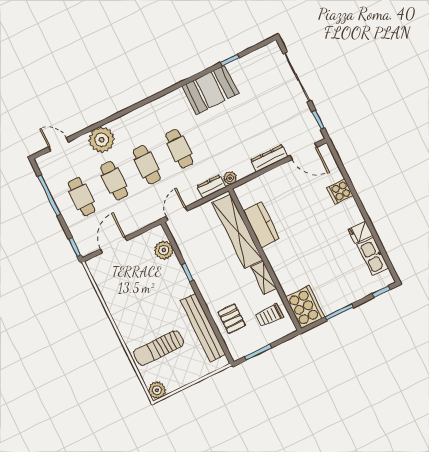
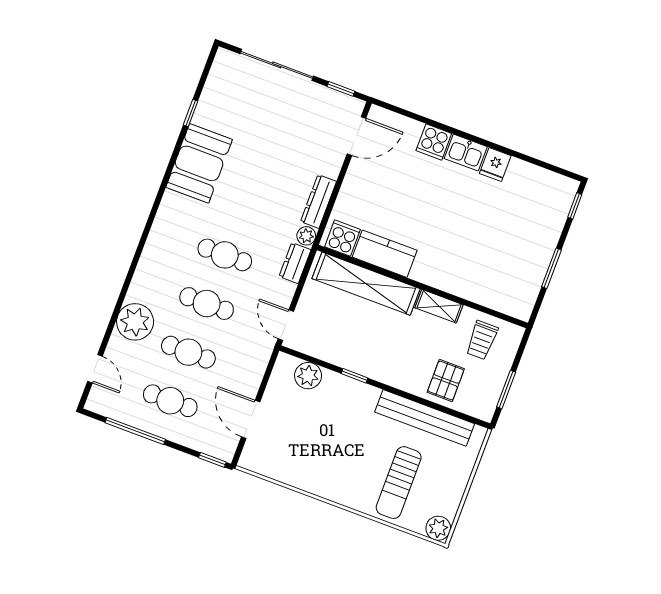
door: (59, 144) -> (95, 369), swing flipped
dresser: (269, 158) -> (318, 202), moved
kitchen sink: (373, 256) -> (466, 153), moved, width x0.73
cooker: (305, 307) -> (343, 238), moved, width x0.53, depth x0.76
pallet: (232, 319) -> (446, 381), turned 90

